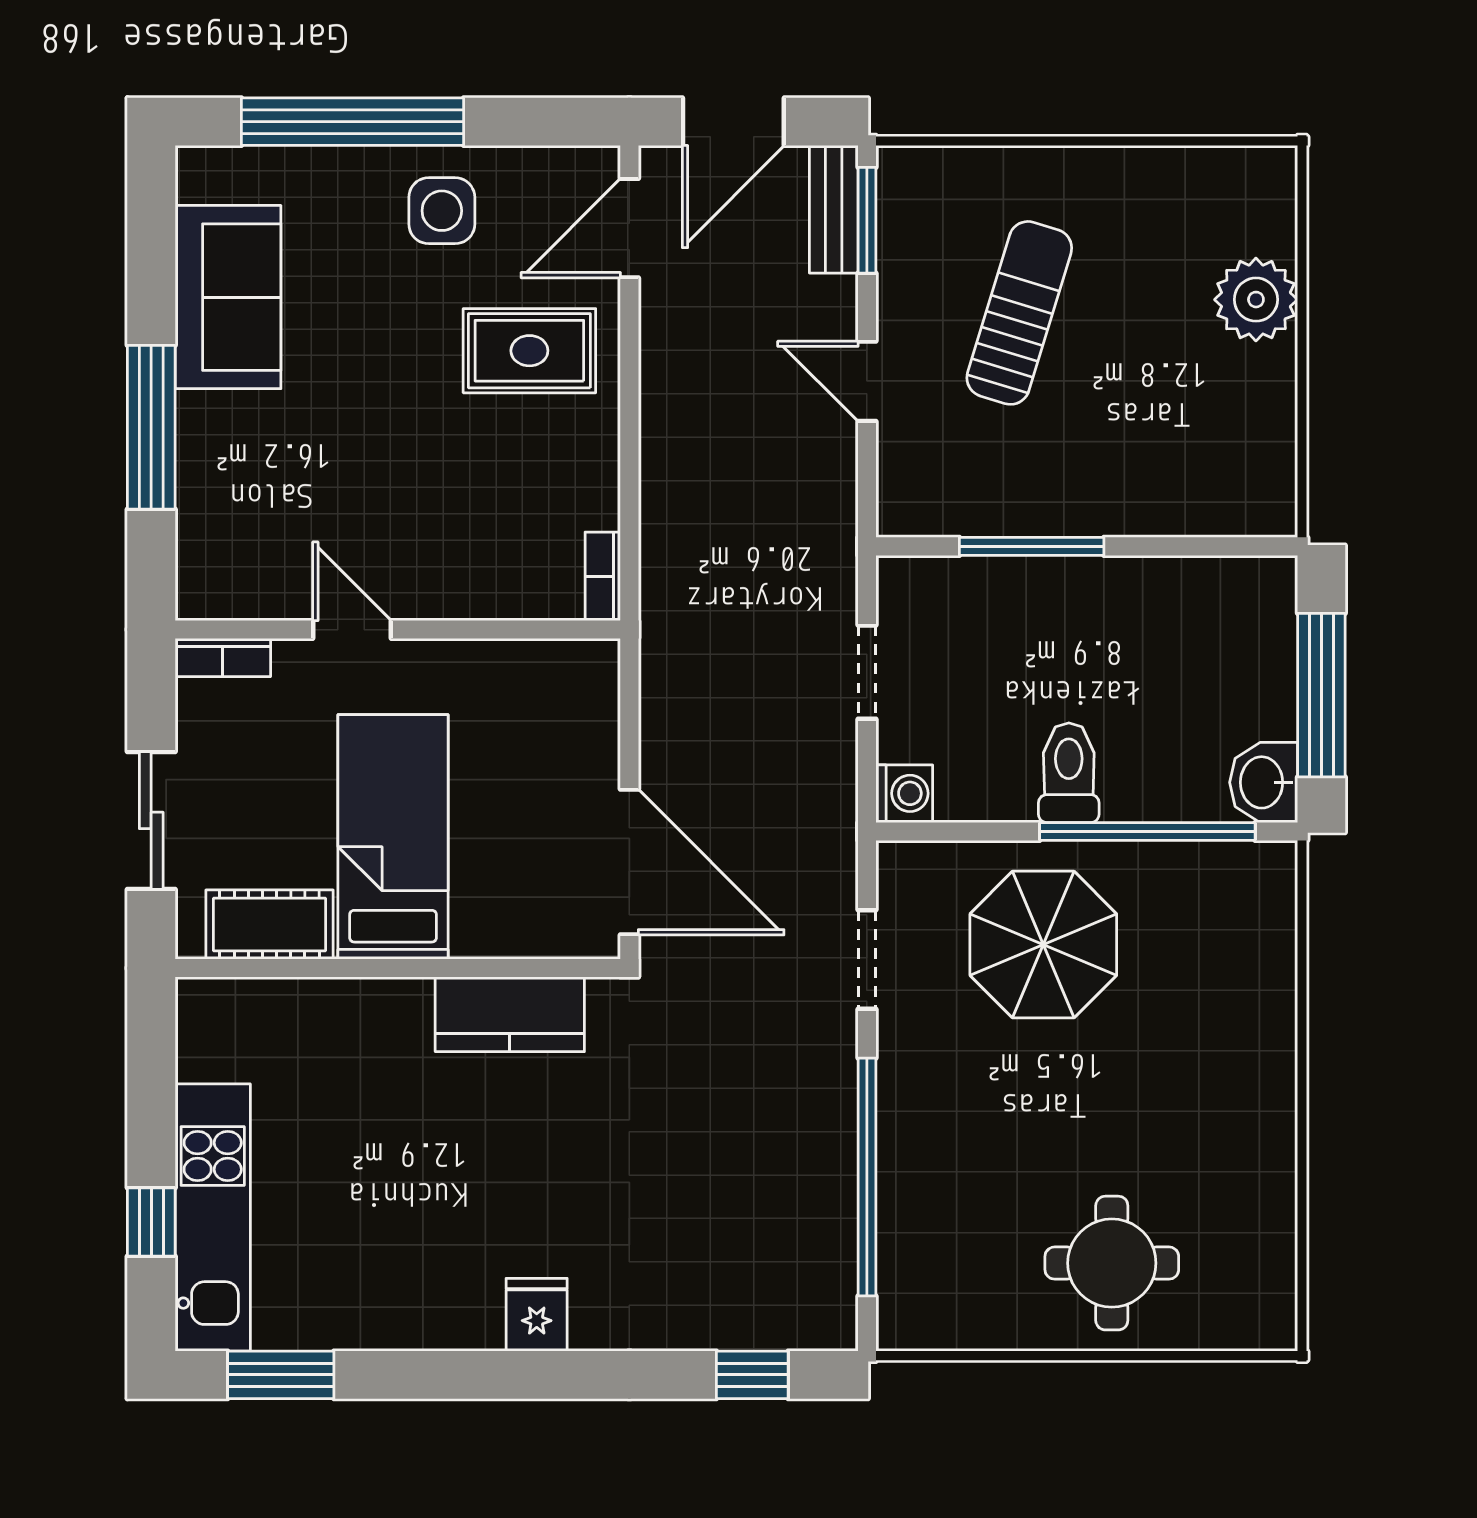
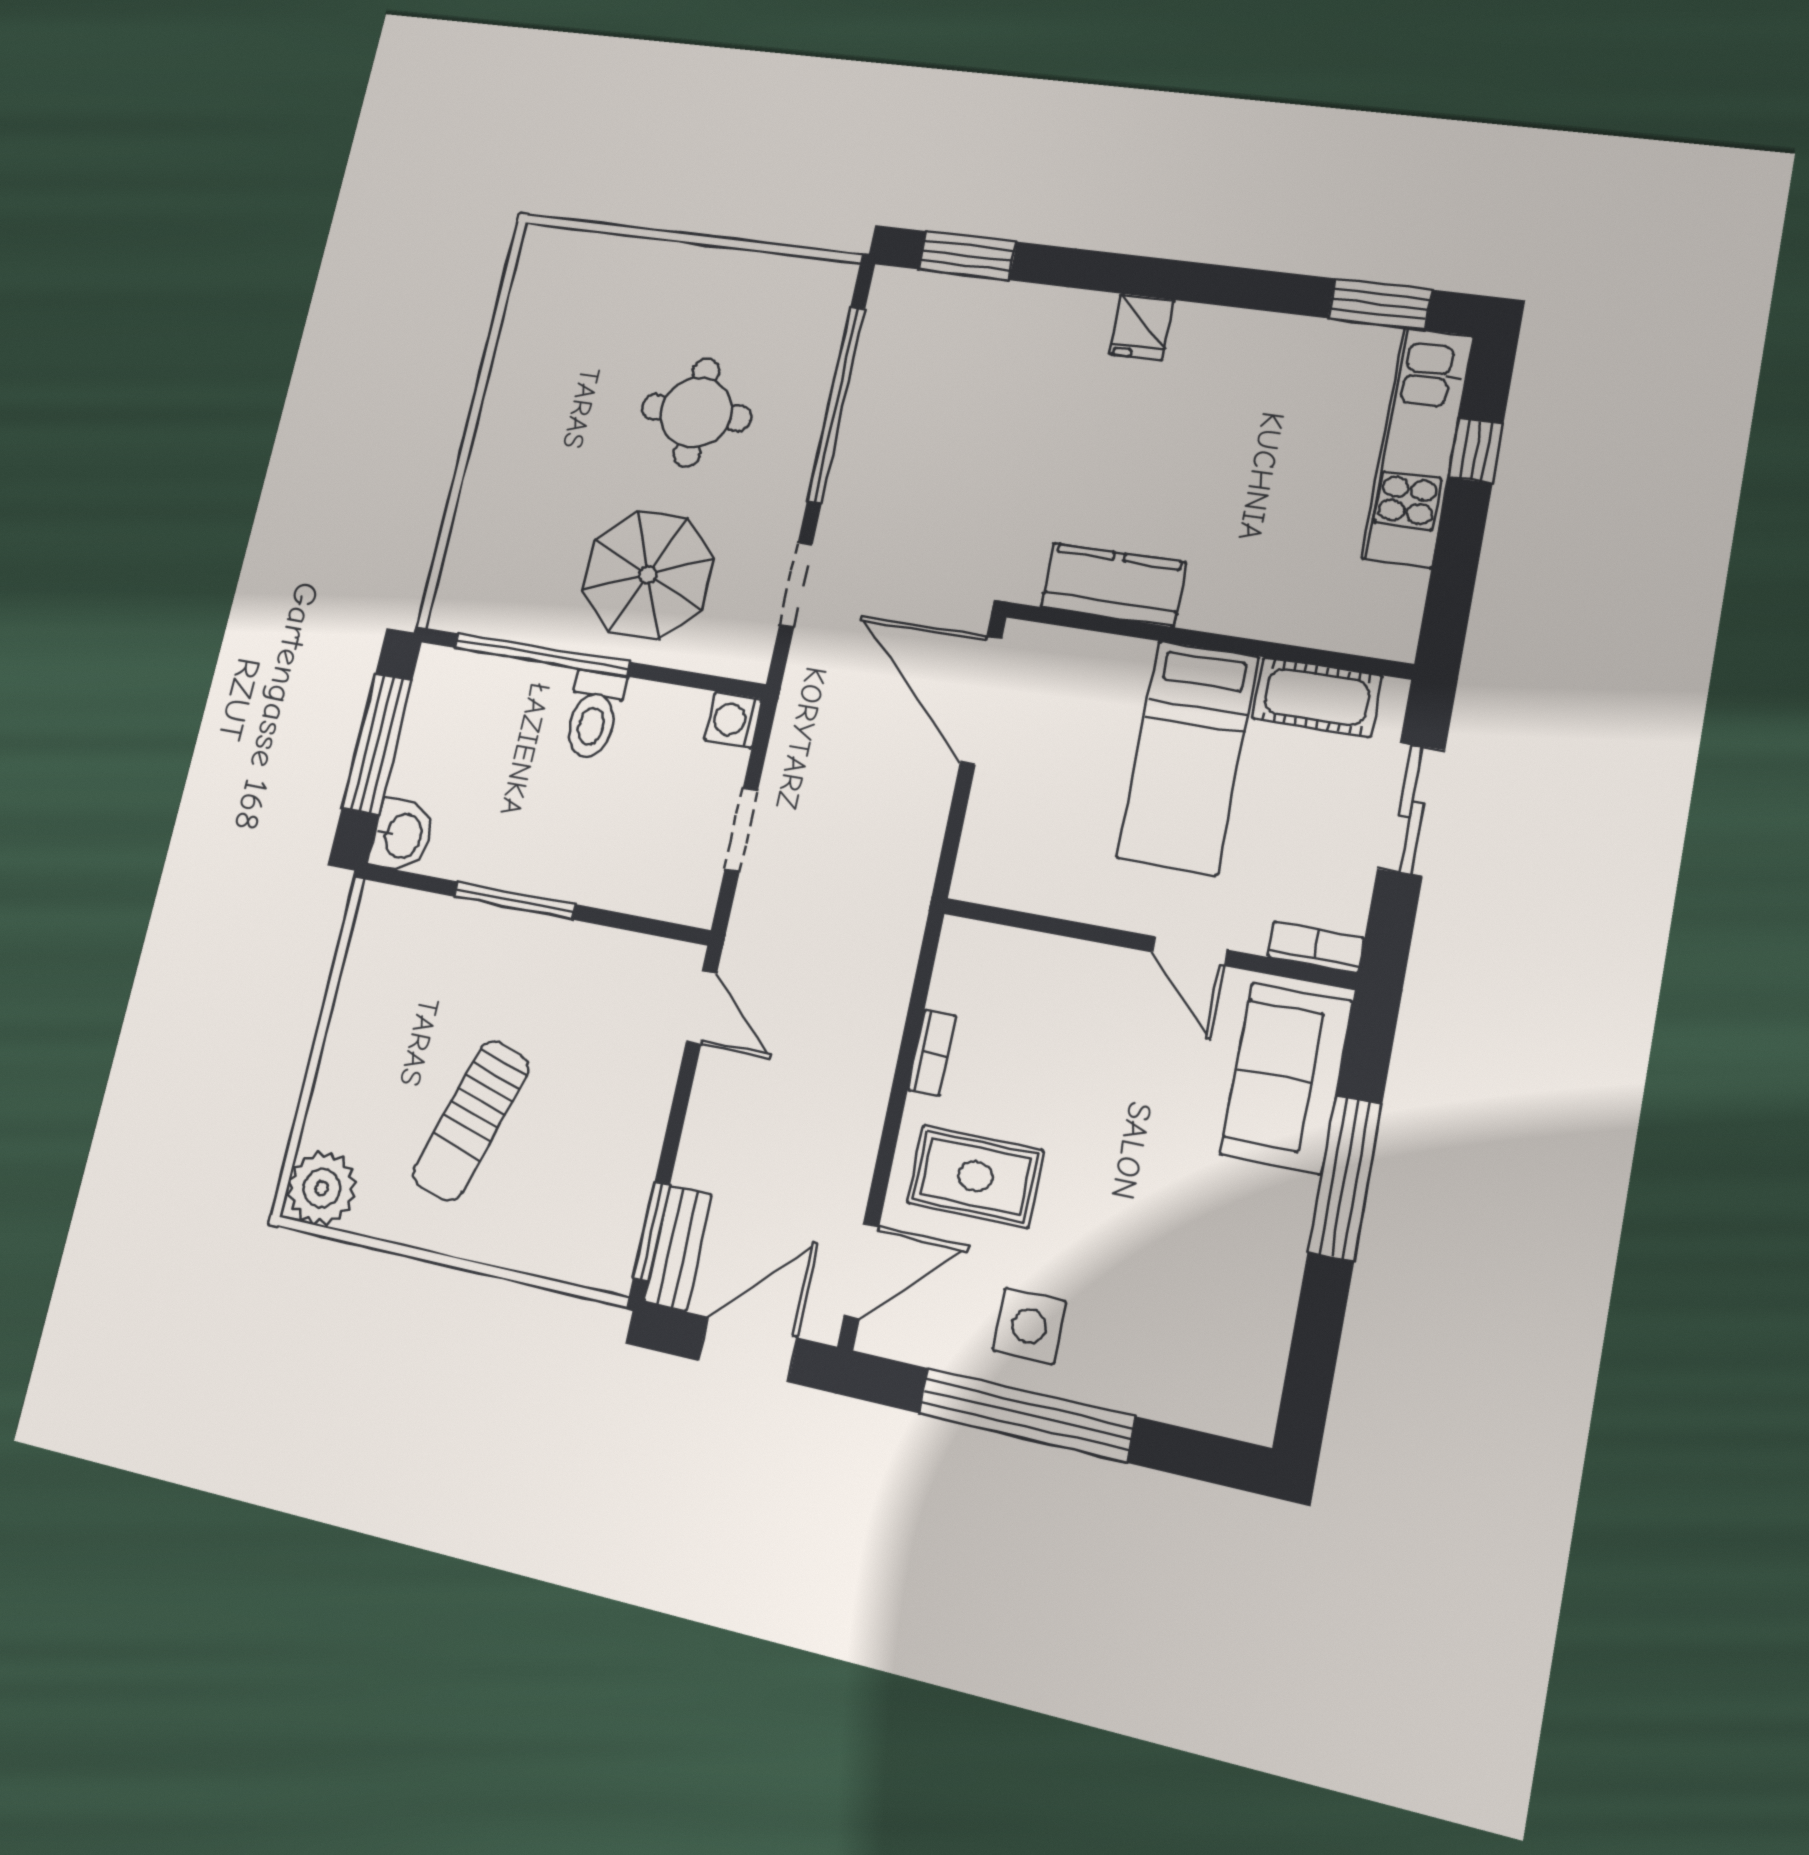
window: (352, 122) -> (1026, 1415), moved
sofa: (228, 297) -> (1286, 1078), moved
plant: (1256, 300) -> (322, 1188), moved
sun lounger: (1019, 313) -> (471, 1121), moved
door: (867, 381) -> (701, 1008), moved
window: (1032, 546) -> (515, 901), moved
bookcase: (603, 576) -> (932, 1053), moved
washbasin: (1264, 782) -> (402, 835), moved
round table: (1112, 1263) -> (696, 412), moved
window: (752, 1375) -> (967, 256), width x1.50

